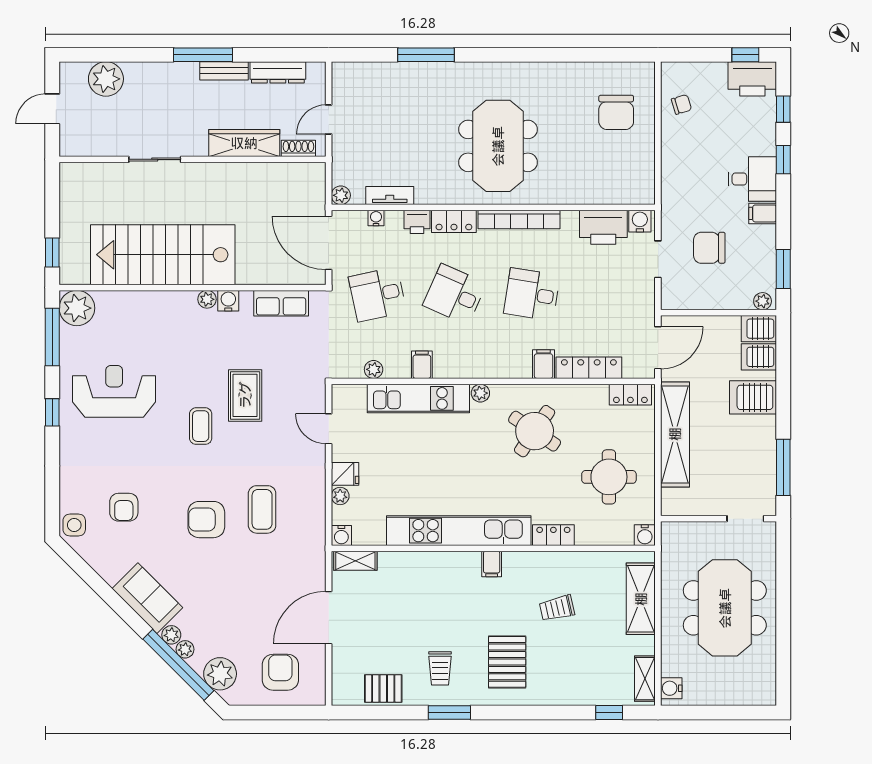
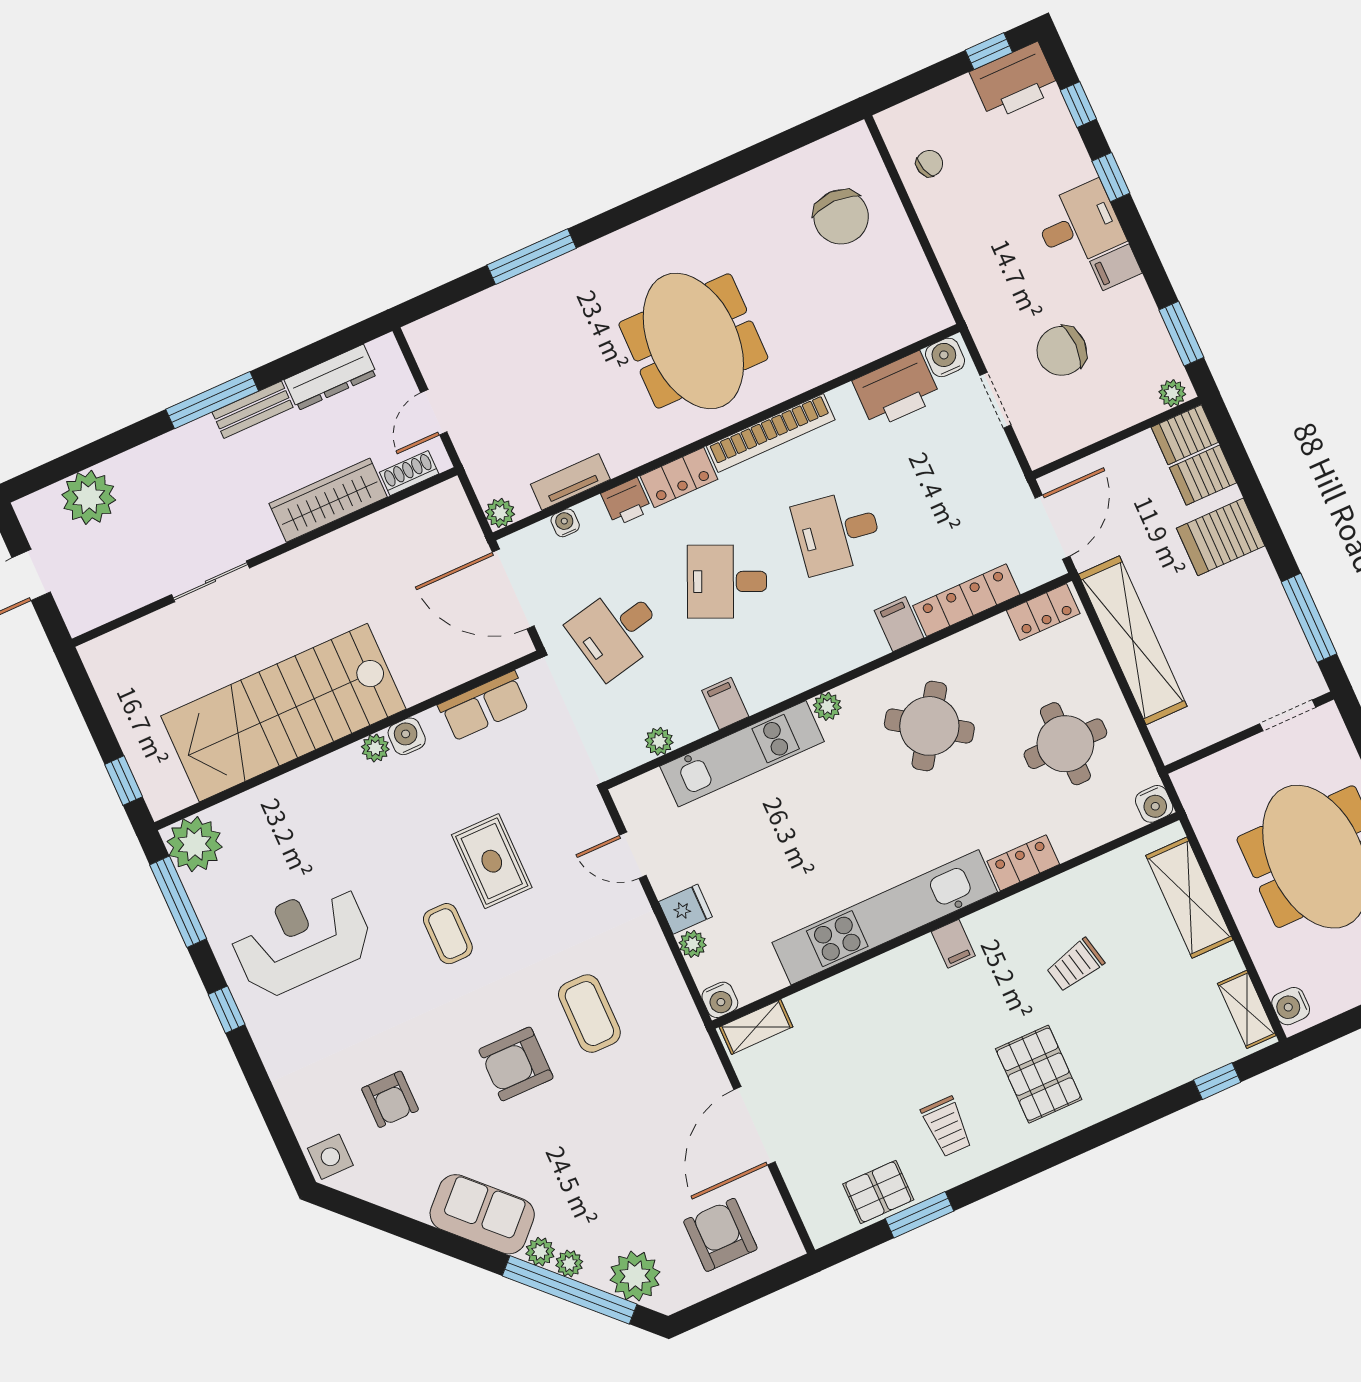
window: (449, 713) -> (920, 1215), moved

